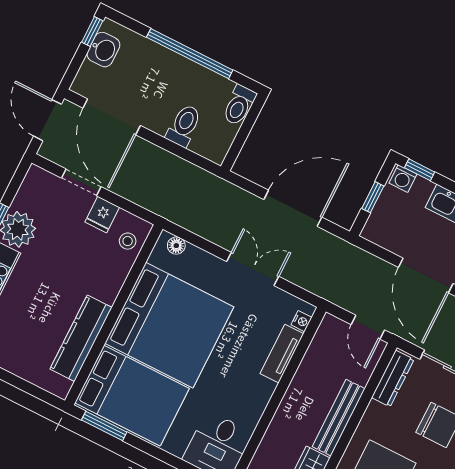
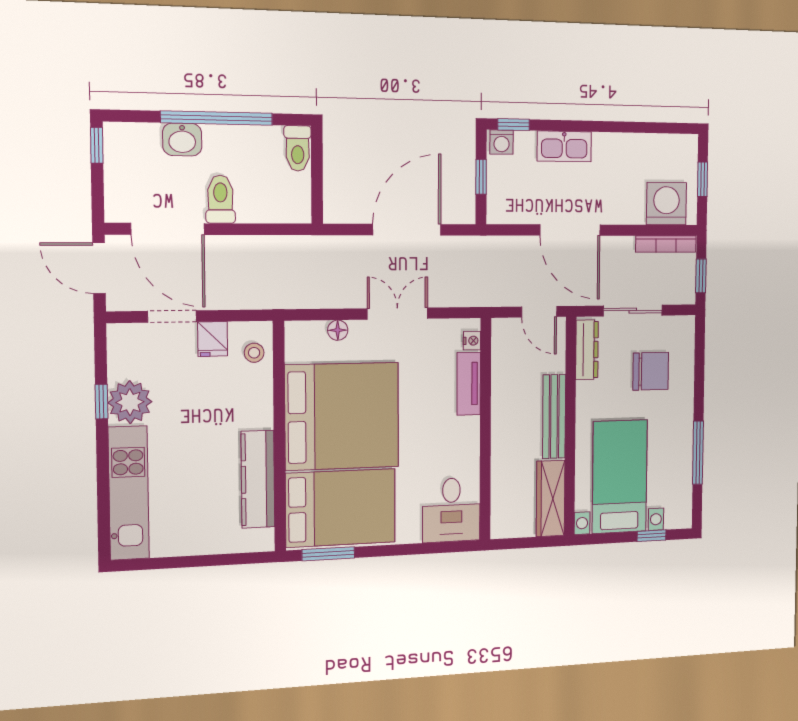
washbasin: (103, 50) -> (182, 140), moved, turned 90
toilet: (184, 126) -> (220, 199), moved
floor lamp: (176, 246) -> (338, 330), moved

